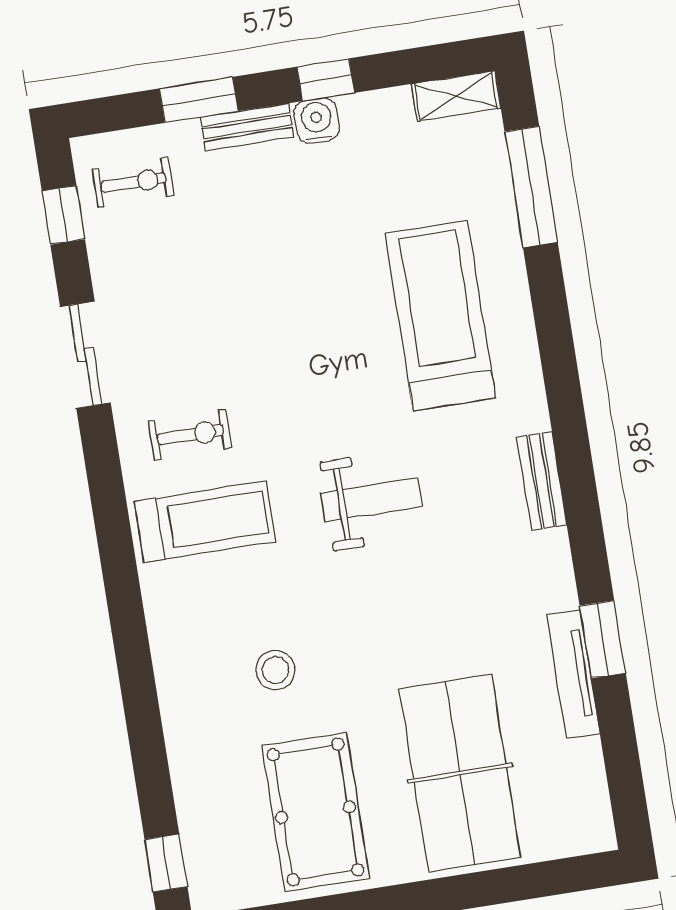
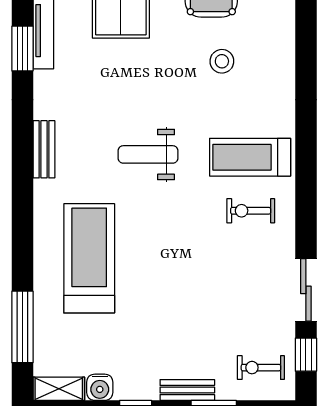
water cooler: (317, 121) -> (100, 387), moved
treadmill: (440, 316) -> (89, 258), turned 180
sliding door: (85, 355) -> (306, 290), moved

